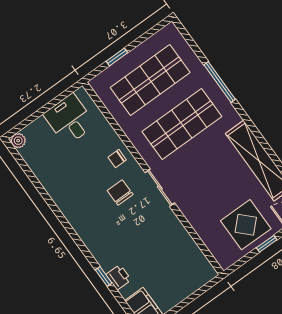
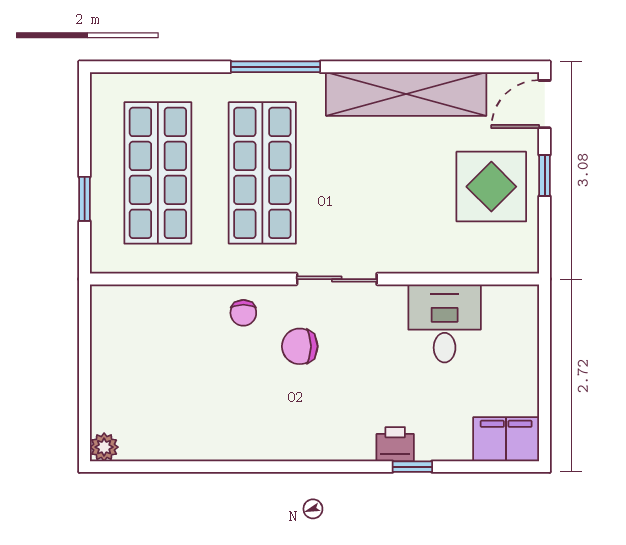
window: (220, 82) -> (275, 67), moved
desk: (69, 120) -> (445, 323), moved, turned 90
printer: (119, 277) -> (395, 444), moved

